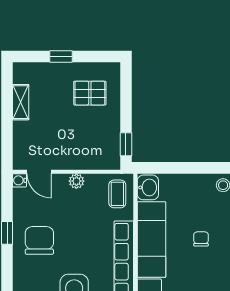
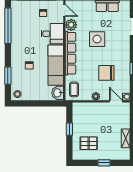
window: (126, 144) -> (69, 129), moved
chair: (39, 240) -> (106, 73), moved, turned 90

